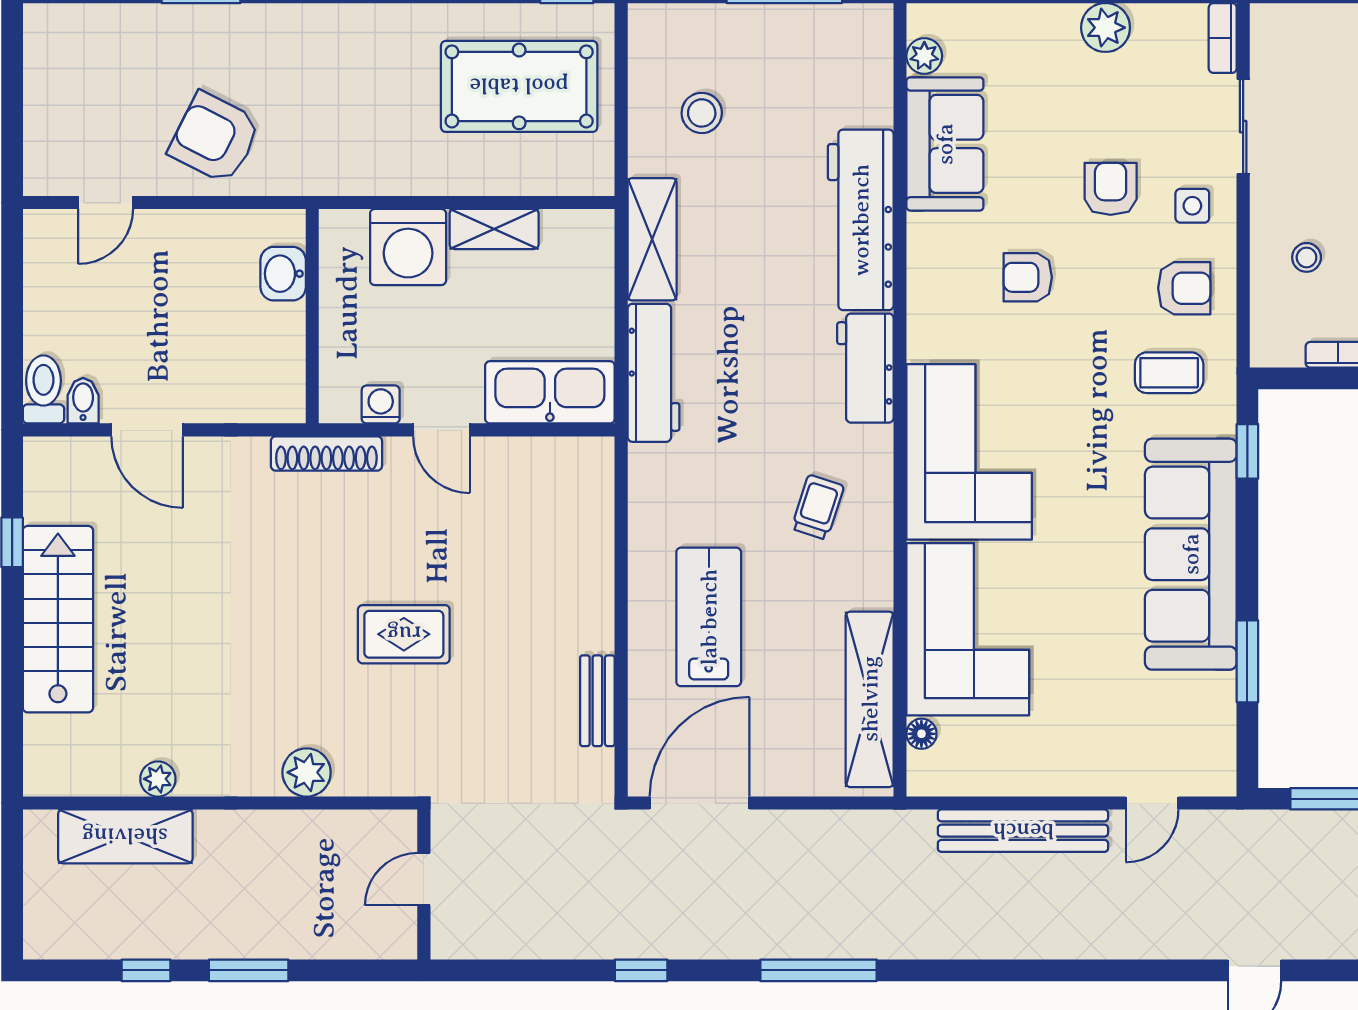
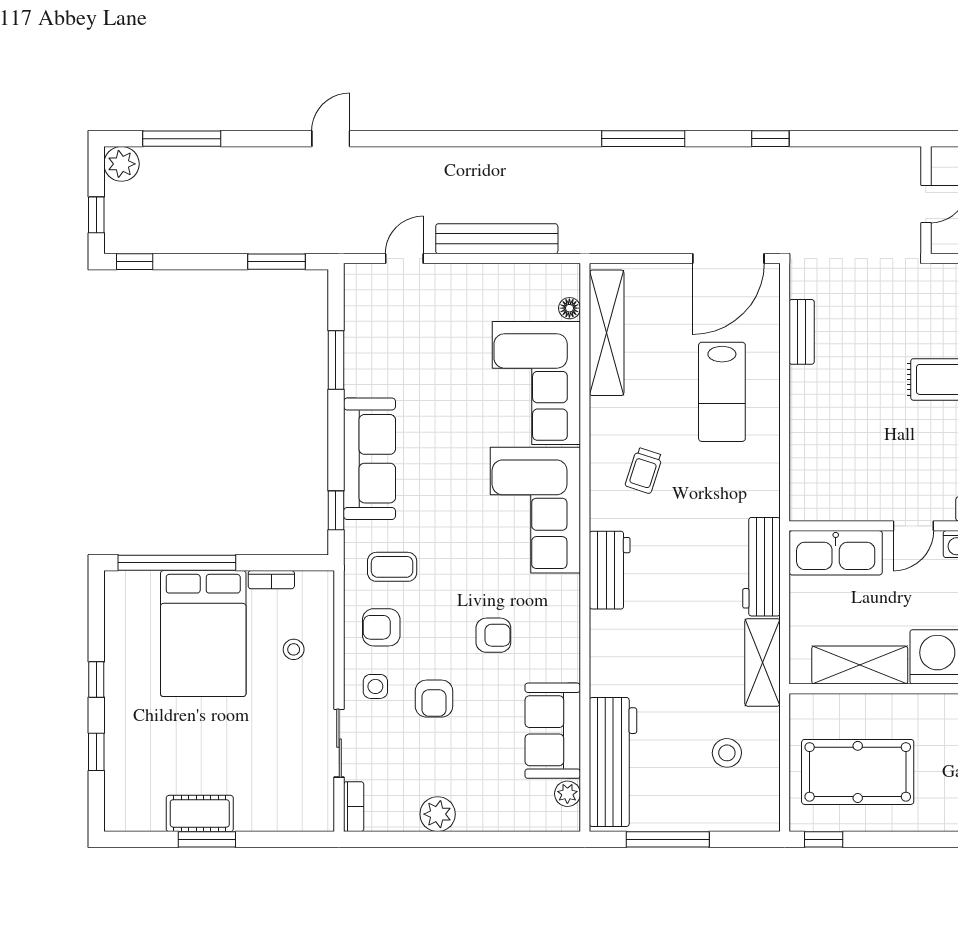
workbench: (861, 220) -> (613, 762), moved
shelving: (494, 229) -> (860, 665), width x1.50, depth x1.33
door: (441, 430) -> (913, 526), swing flipped
sofa: (1191, 554) -> (369, 459), width x0.74, depth x0.79

